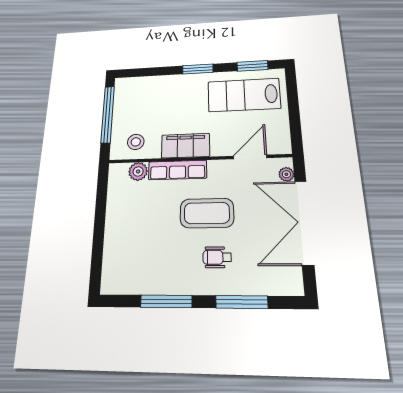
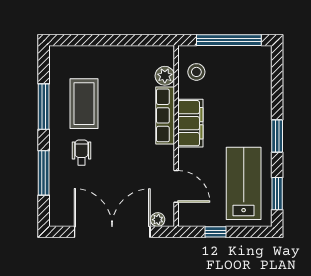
window: (294, 118) -> (216, 232), added
coffee table: (207, 213) -> (84, 104), moved

